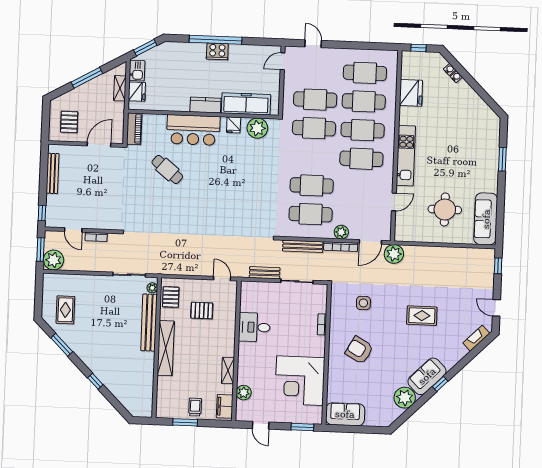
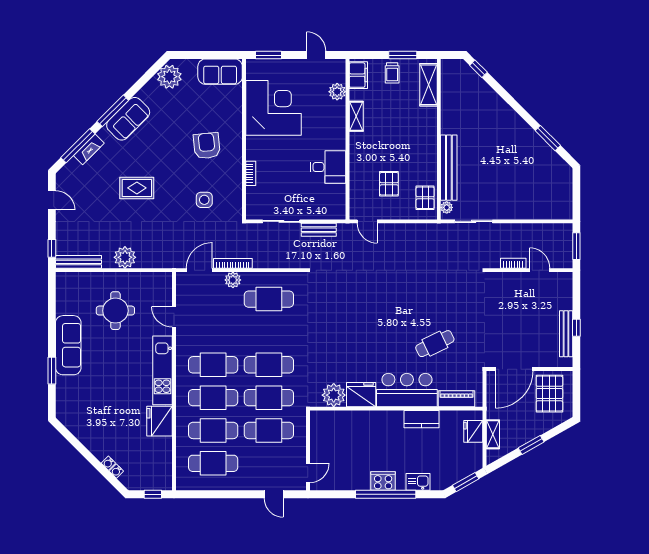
kitchen sink: (137, 71) -> (418, 482), moved, turned 90
window: (87, 78) -> (531, 445), width x0.69
fridge: (411, 93) -> (160, 421), moved
freezer: (246, 104) -> (348, 422), removed
kitchen counter: (205, 105) -> (421, 419), moved
pallet: (69, 122) -> (549, 394), width x1.50, depth x1.42
fridge: (234, 125) -> (361, 395), width x1.88, depth x1.34
piano: (134, 129) -> (456, 399), moved, turned 90
door: (99, 145) -> (514, 369), width x1.36
cafe table: (167, 169) -> (435, 344), turned -65
cafe table: (312, 185) -> (269, 365), moved
door: (394, 202) -> (174, 317), hinge flipped
window: (42, 213) -> (576, 328), moved
sofa: (486, 219) -> (68, 345), moved
bench: (303, 246) -> (78, 262), moved
plant: (394, 254) -> (125, 257), moved
plant: (54, 260) -> (561, 235), removed
rug: (65, 310) -> (545, 178), removed
pallet: (202, 311) -> (389, 184), turned 90
fireplace: (476, 338) -> (89, 149), moved
shelving: (166, 348) -> (428, 85), moved, width x0.68
armchair: (359, 350) -> (207, 146), turned -125
window: (472, 355) -> (78, 146), added
window: (95, 381) -> (478, 69), moved
window: (440, 384) -> (113, 111), width x2.17
plant: (405, 398) -> (169, 77), moved

